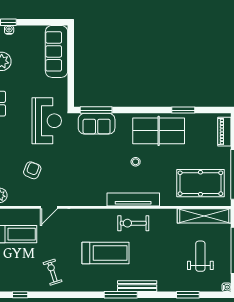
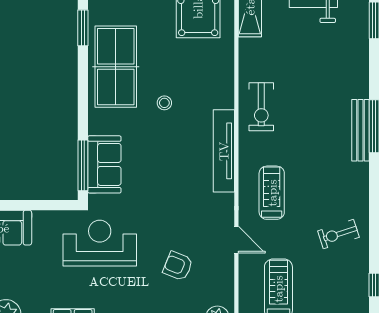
tv unit: (133, 199) -> (224, 151), moved
treadmill: (106, 253) -> (272, 193), moved, width x0.73, depth x0.73
bench: (137, 286) -> (360, 130), moved

